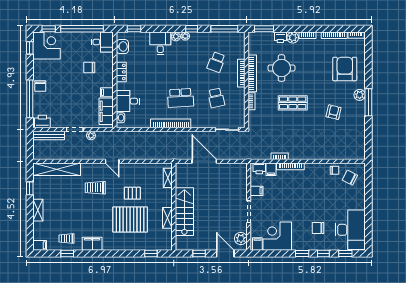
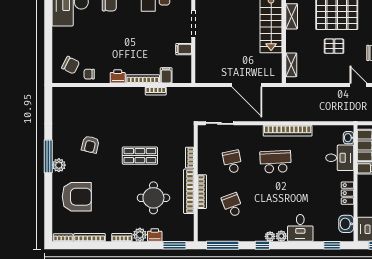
school desk: (216, 62) -> (232, 205), turned -42
armchair: (345, 69) -> (77, 197), turned -90
printer: (259, 168) -> (118, 76), moved

